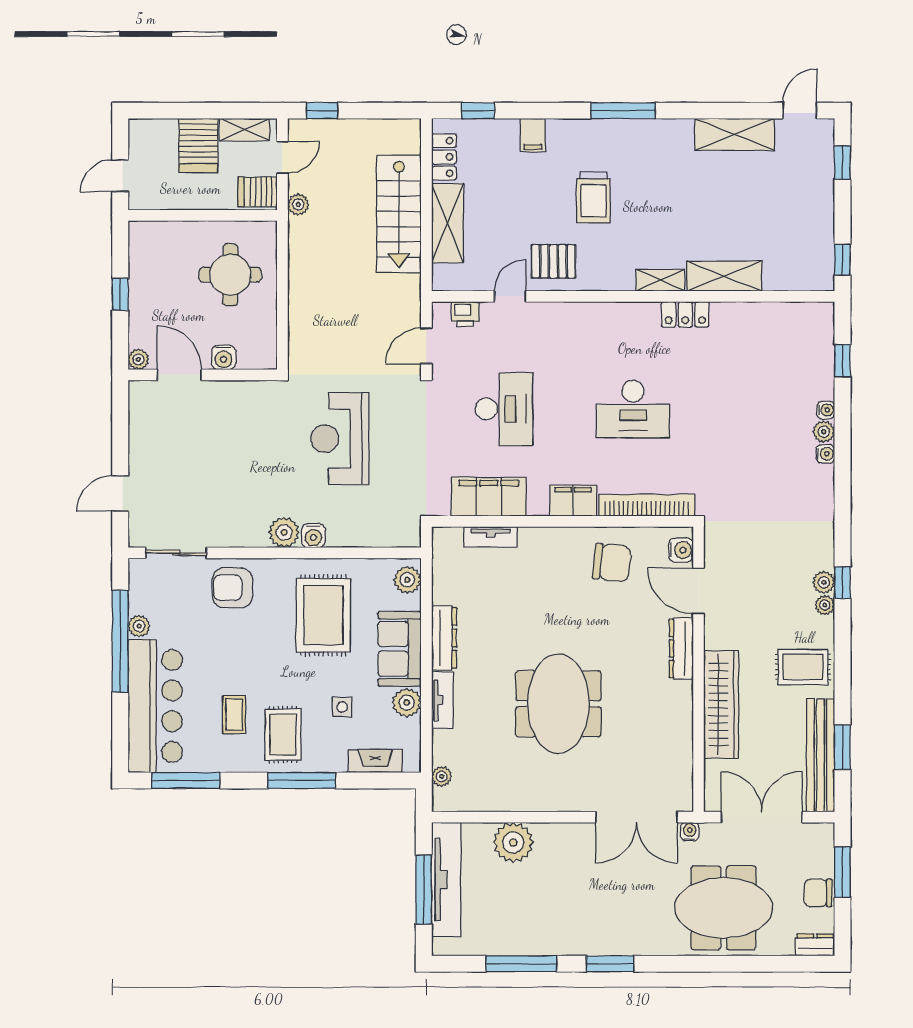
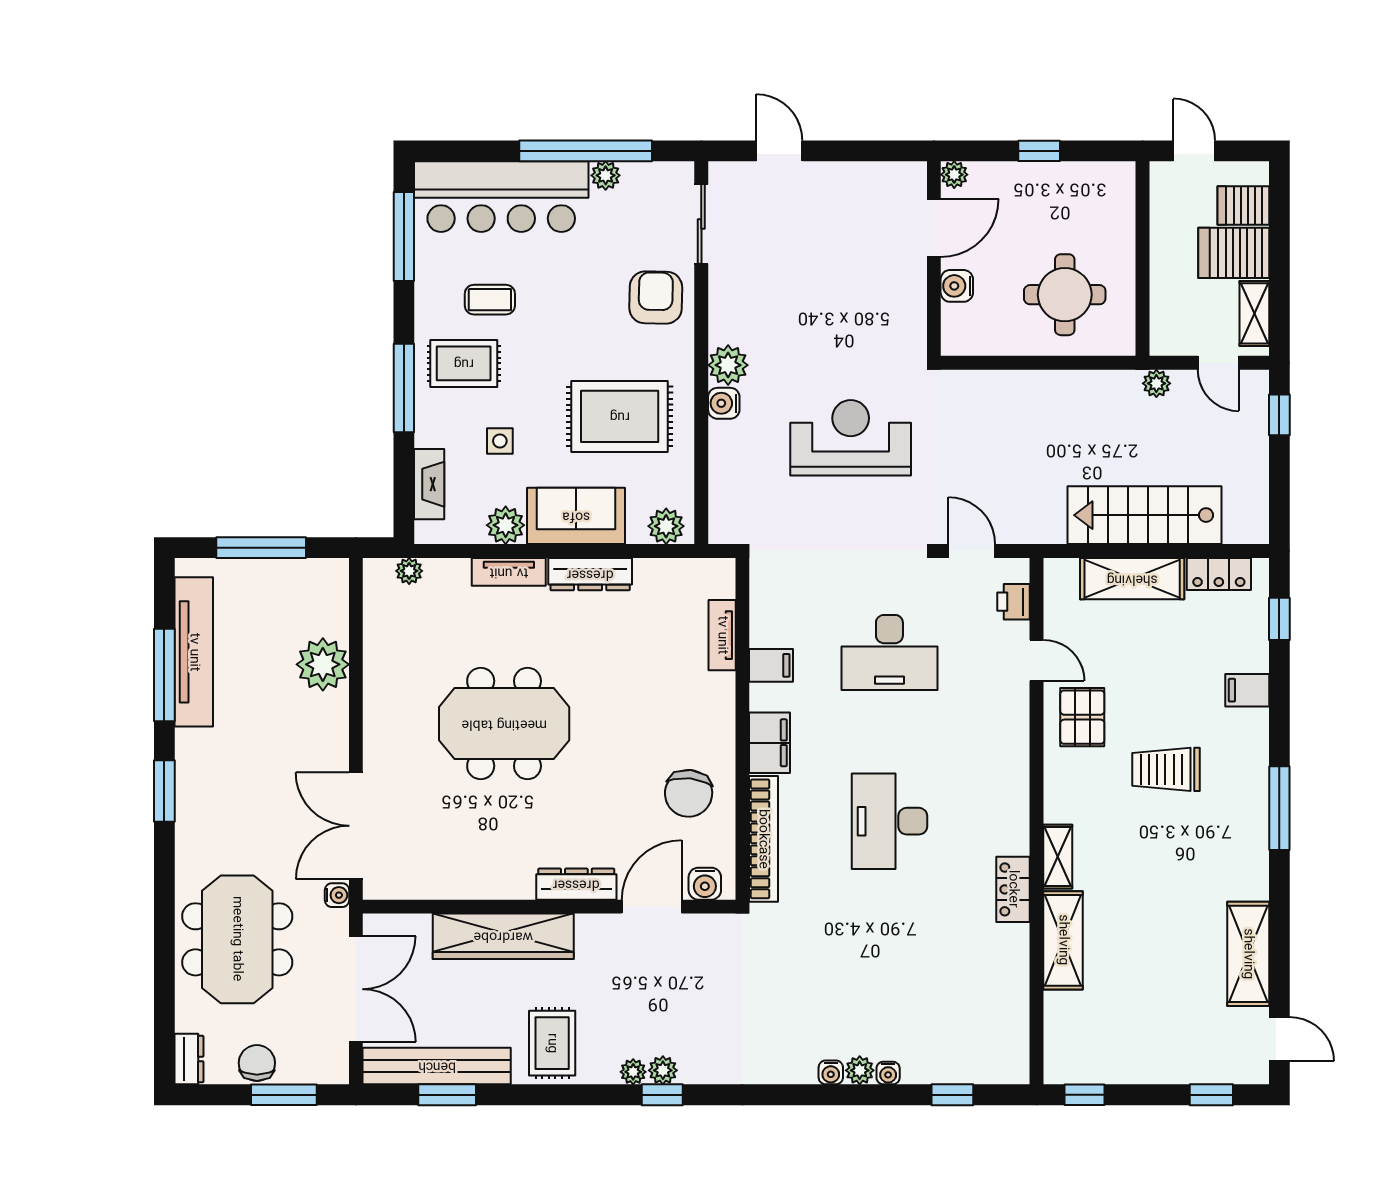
server rack: (258, 192) -> (1243, 206), moved, turned -90
filing cabinet: (489, 497) -> (771, 665), width x0.33, depth x0.86
tv unit: (446, 880) -> (194, 652), moved, turned -90

